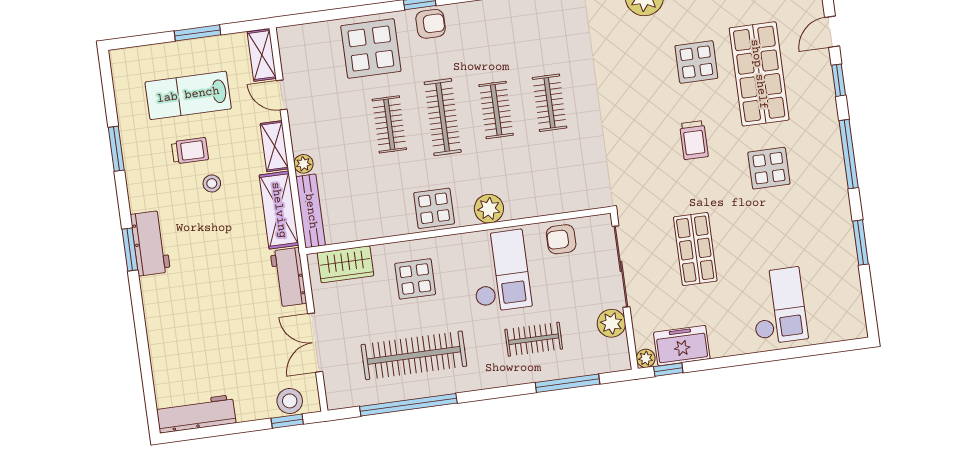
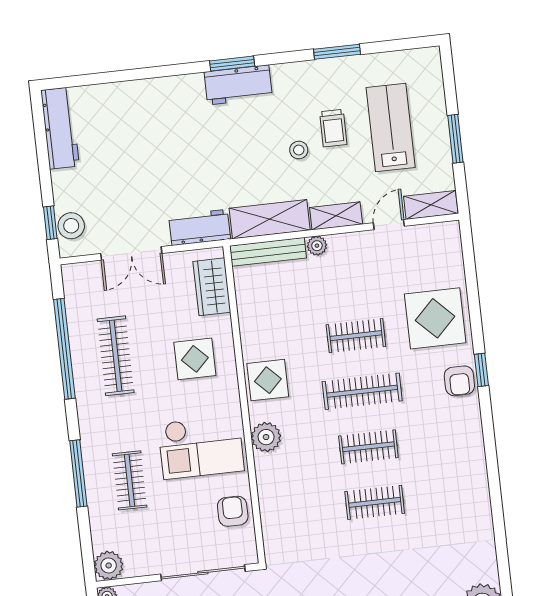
plant: (611, 323) -> (109, 565), moved
double door: (315, 343) -> (131, 253), swing flipped
clothes rail: (414, 355) -> (116, 356), width x0.73, depth x0.76
window: (568, 383) -> (78, 473), moved

